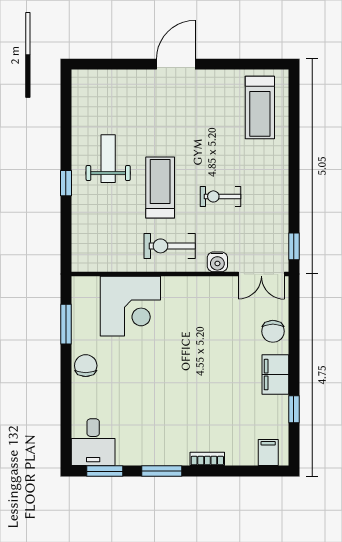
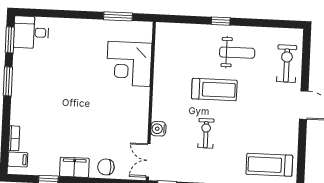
exercise bike: (170, 246) -> (287, 64), moved
chair: (86, 366) -> (87, 29), removed
bookcase: (207, 459) -> (14, 138), moved

